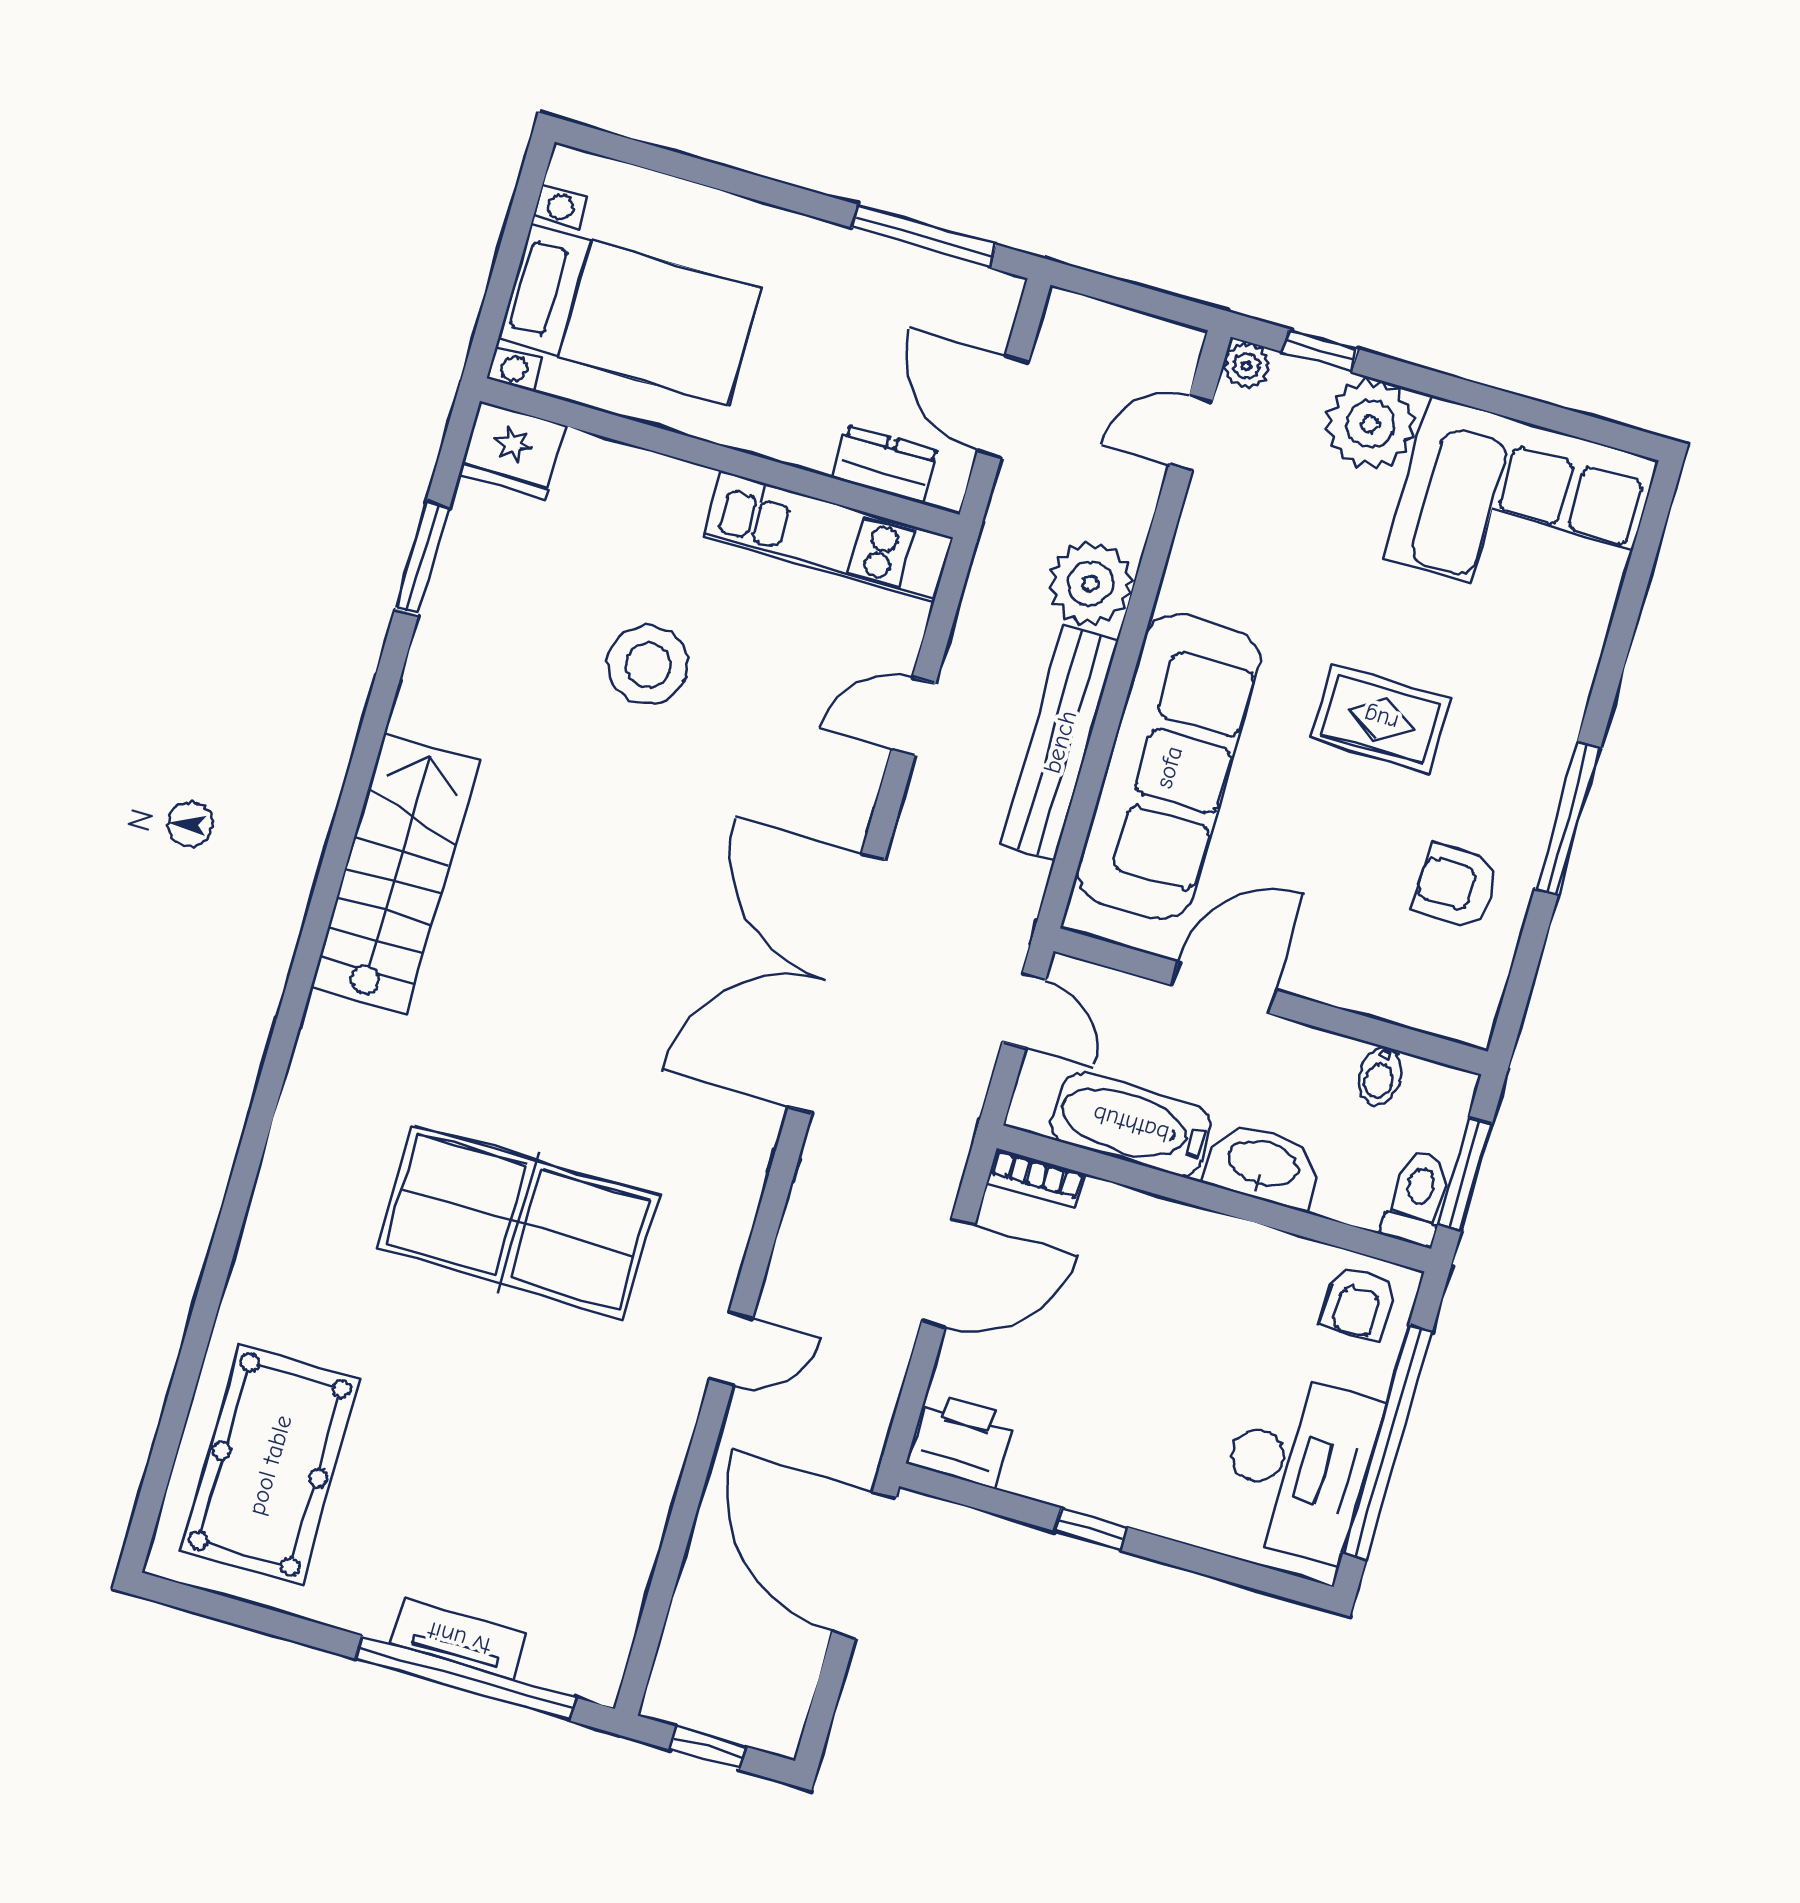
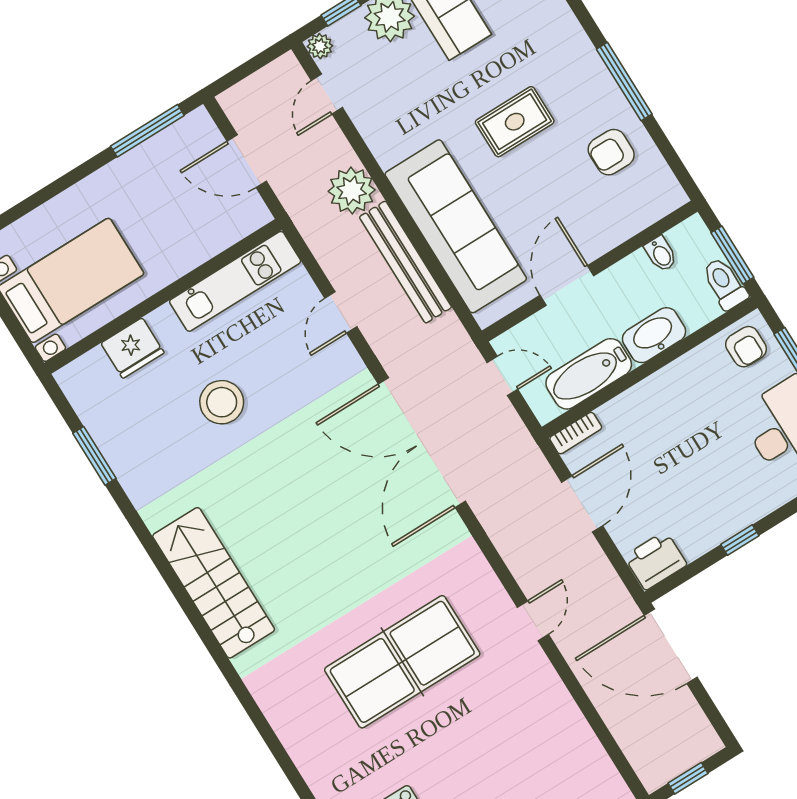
fridge: (512, 450) -> (132, 348), moved
dresser: (886, 465) -> (227, 231), removed

